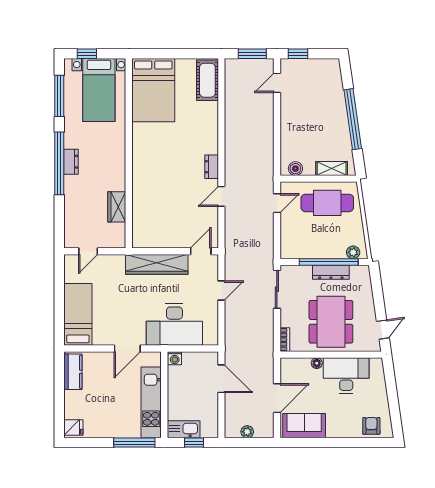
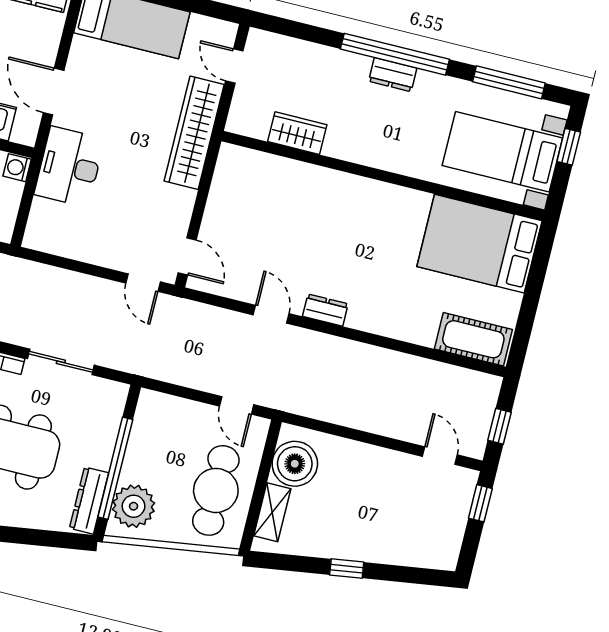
window: (252, 54) -> (500, 426), width x0.67
window: (353, 119) -> (347, 569), width x0.32
boiler: (295, 169) -> (295, 464), width x1.86, depth x1.86
plant: (353, 252) -> (134, 506), width x1.87, depth x1.87
wardrobe: (157, 264) -> (194, 133), moved
dresser: (331, 272) -> (89, 500), moved
sliding door: (277, 289) -> (61, 362), moved
door: (221, 291) -> (143, 283), moved
desk: (174, 324) -> (69, 167), width x0.73, depth x0.77

